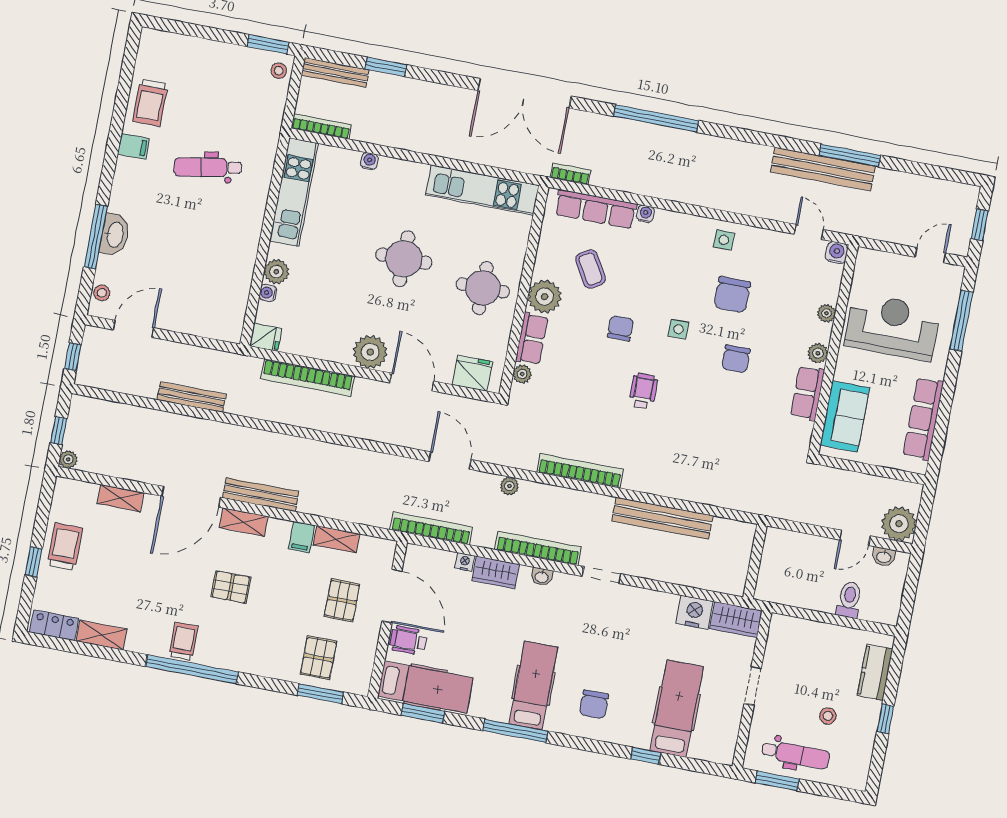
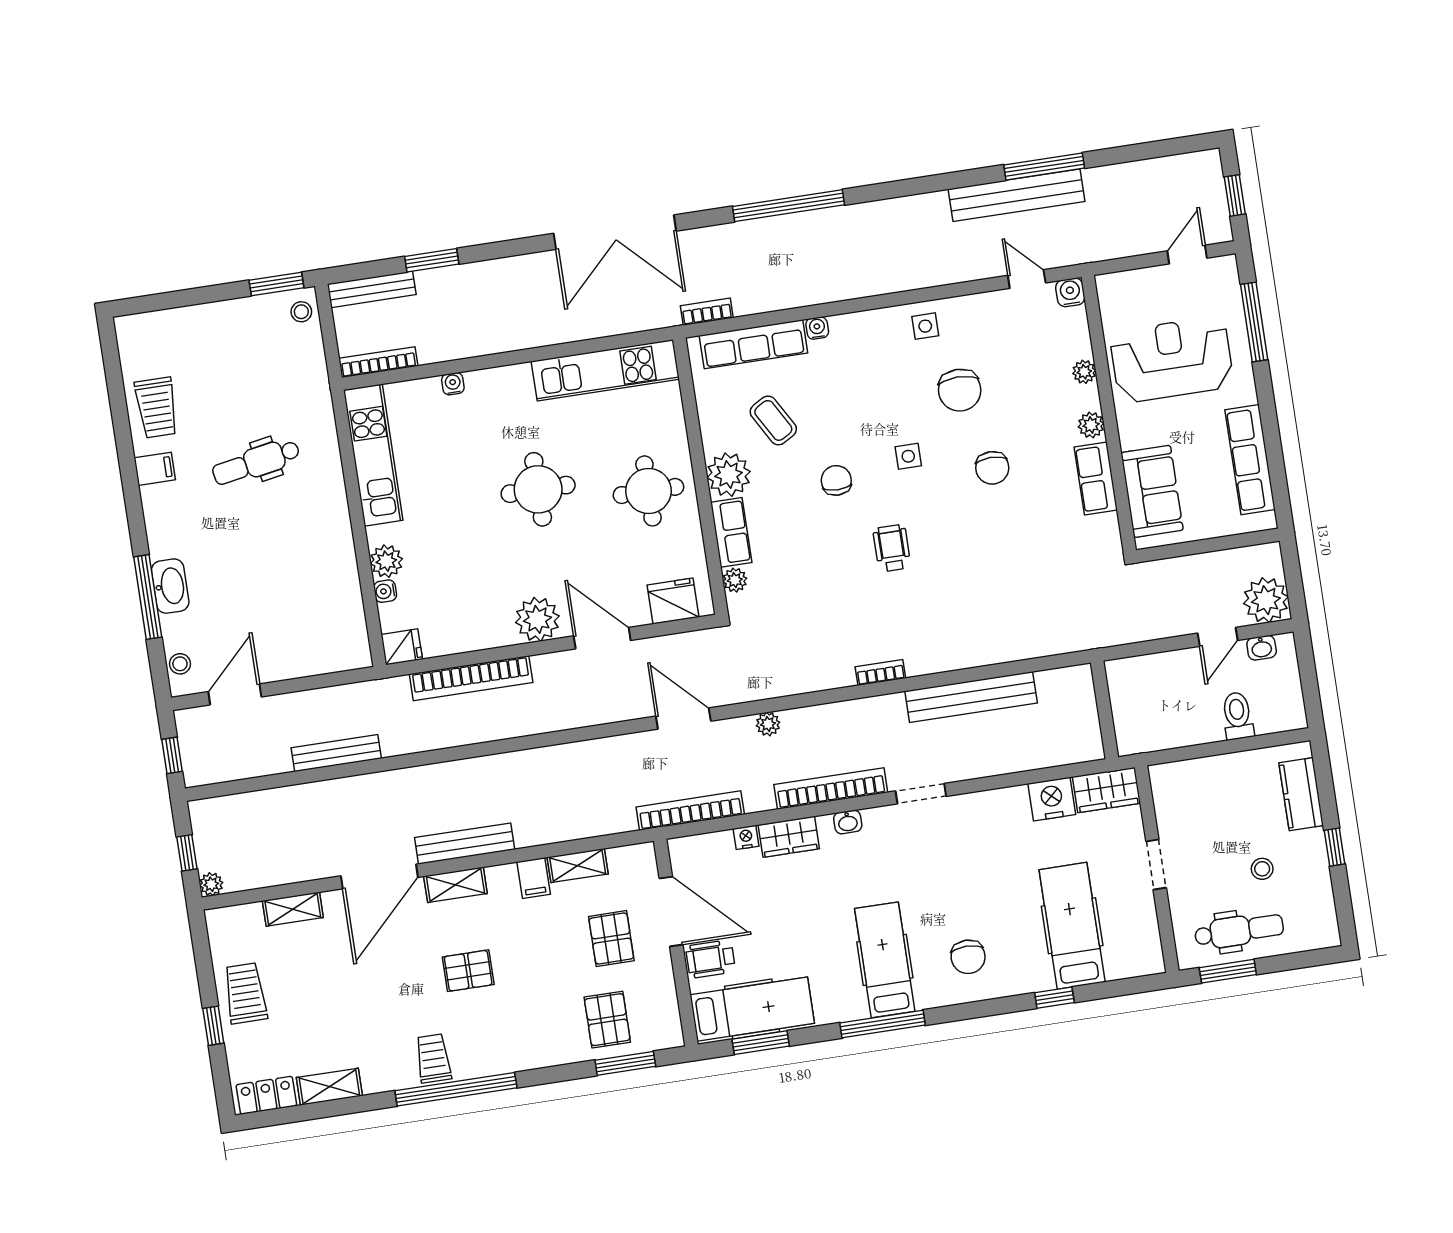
bookcase: (580, 471) -> (880, 672), width x0.43, depth x0.76

